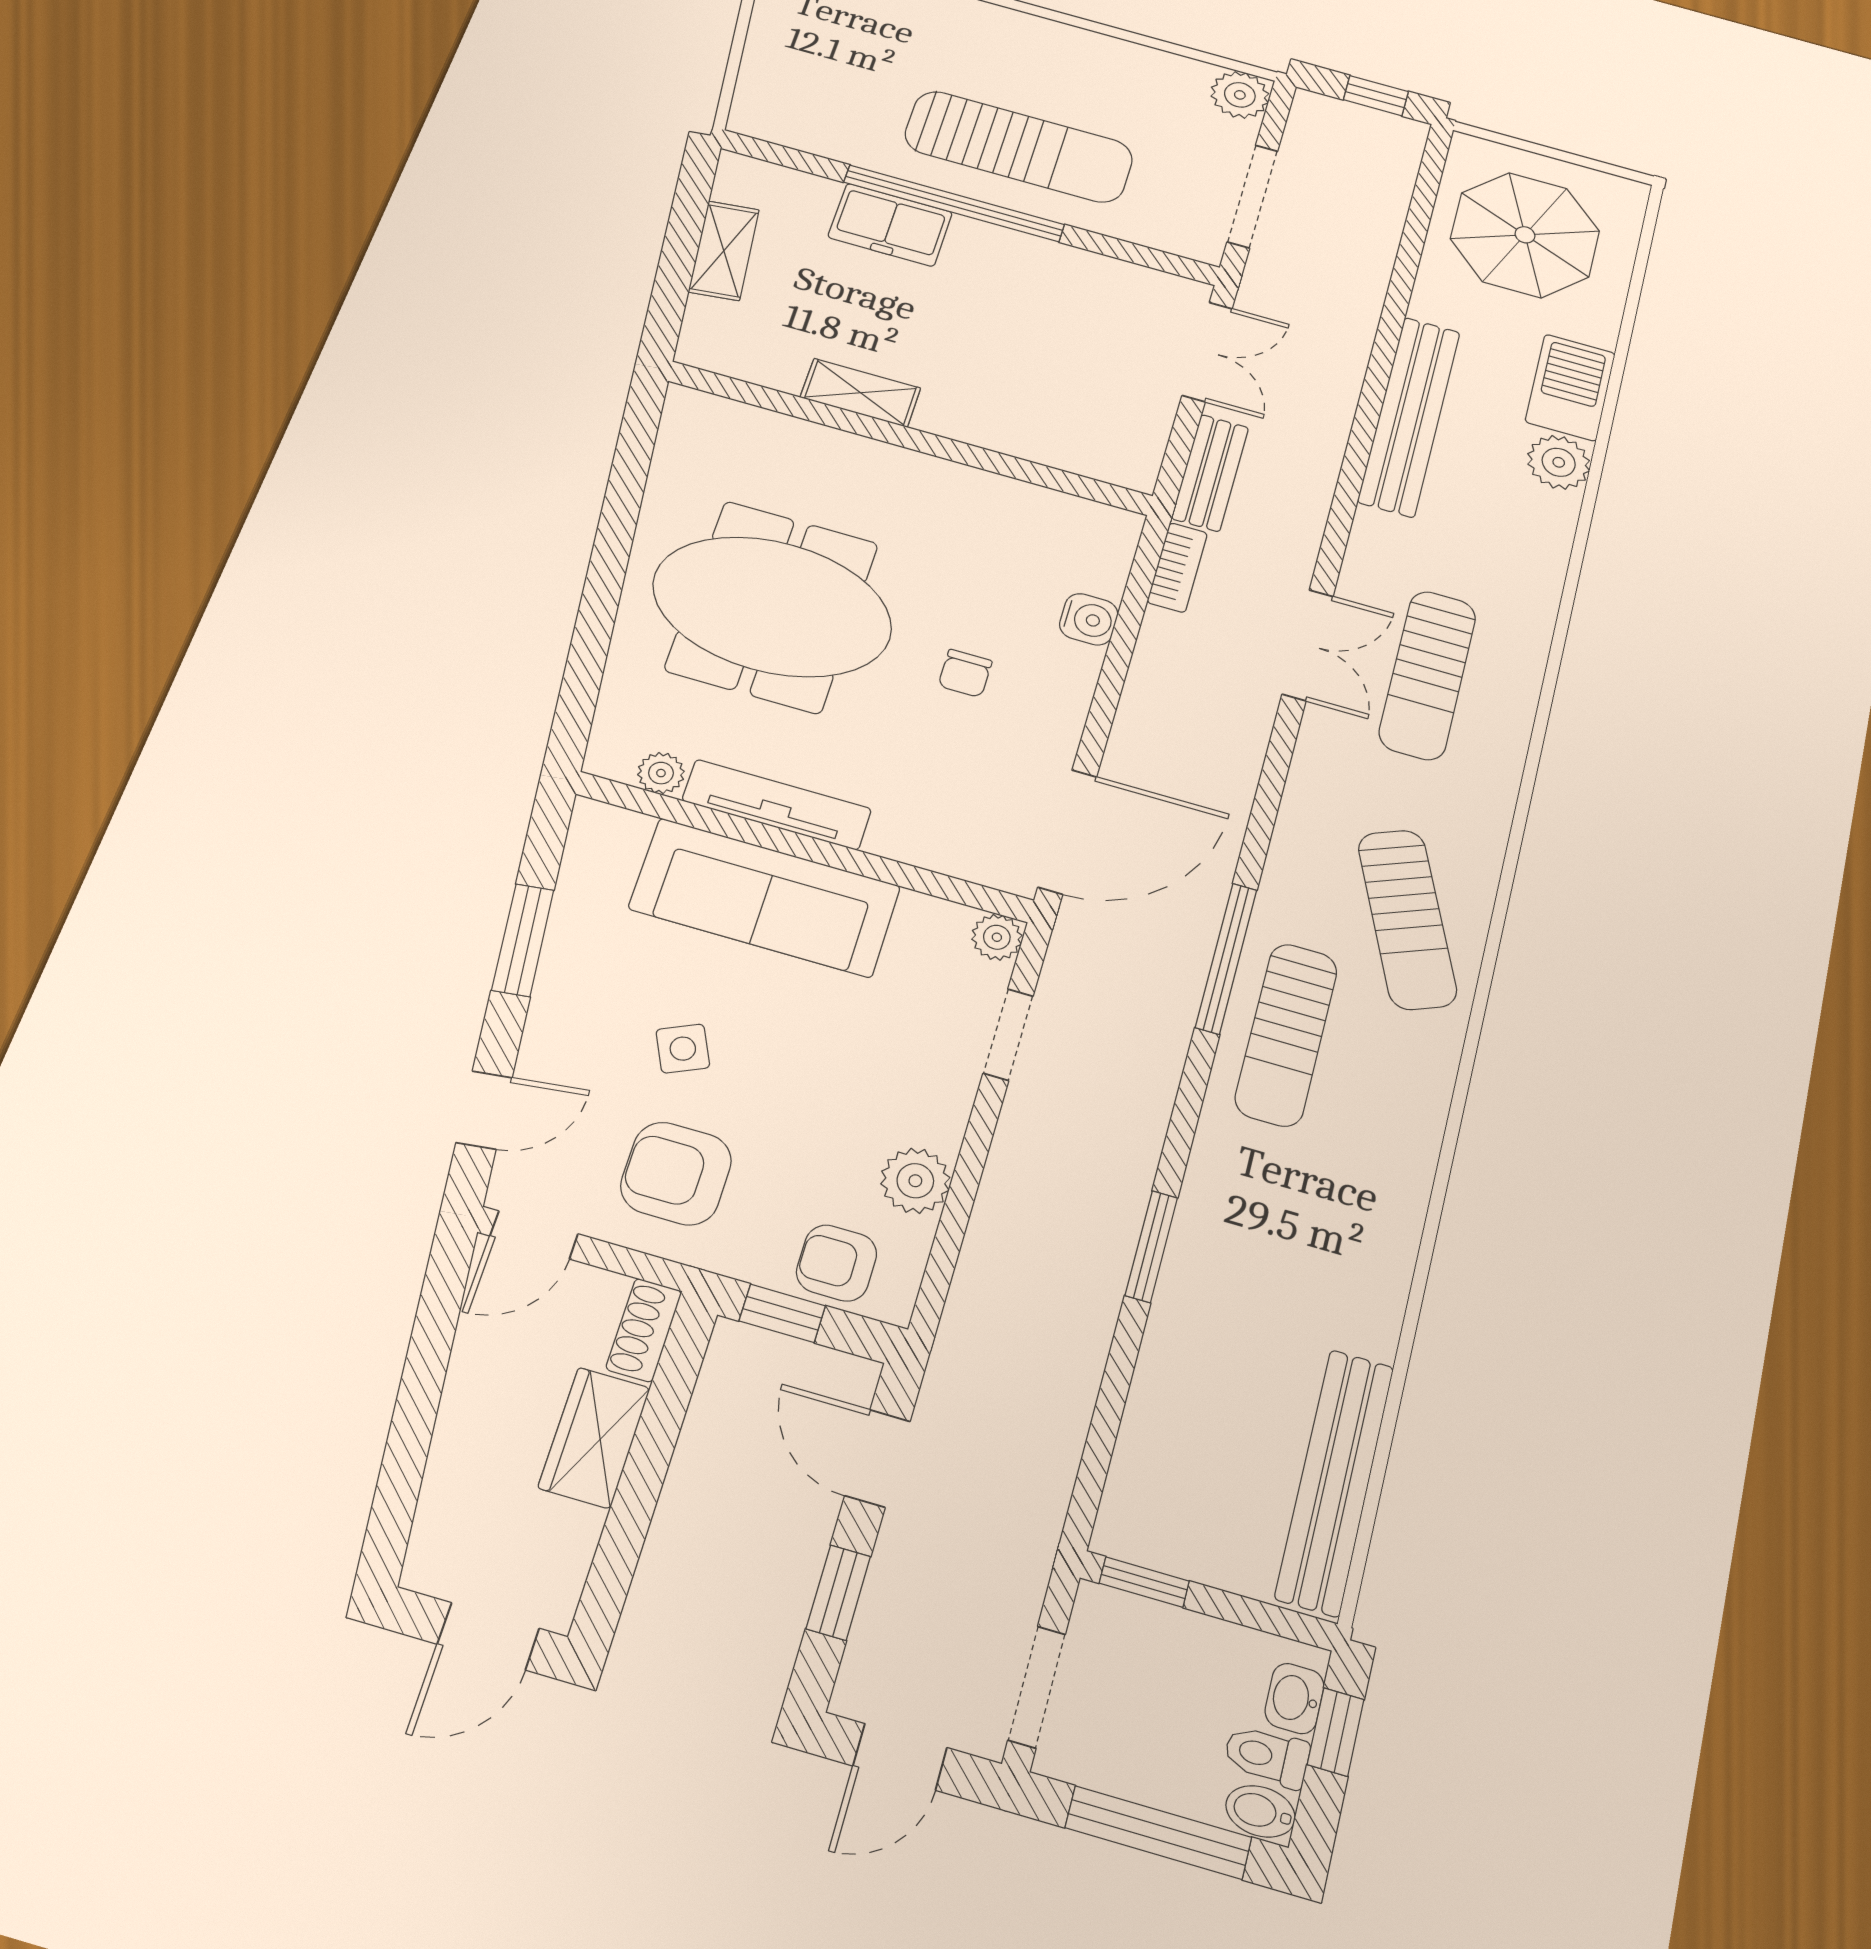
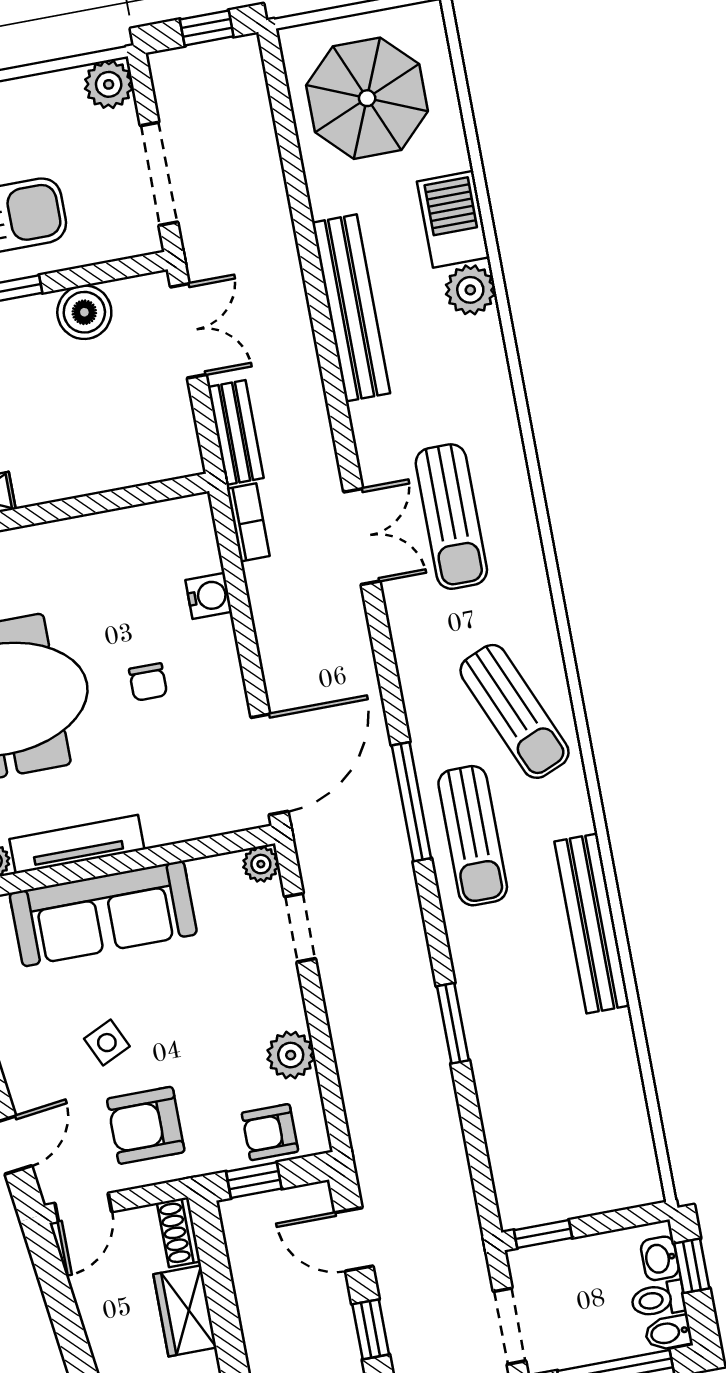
boiler: (1097, 281) -> (84, 312), added
bench: (1335, 1481) -> (592, 923), moved

